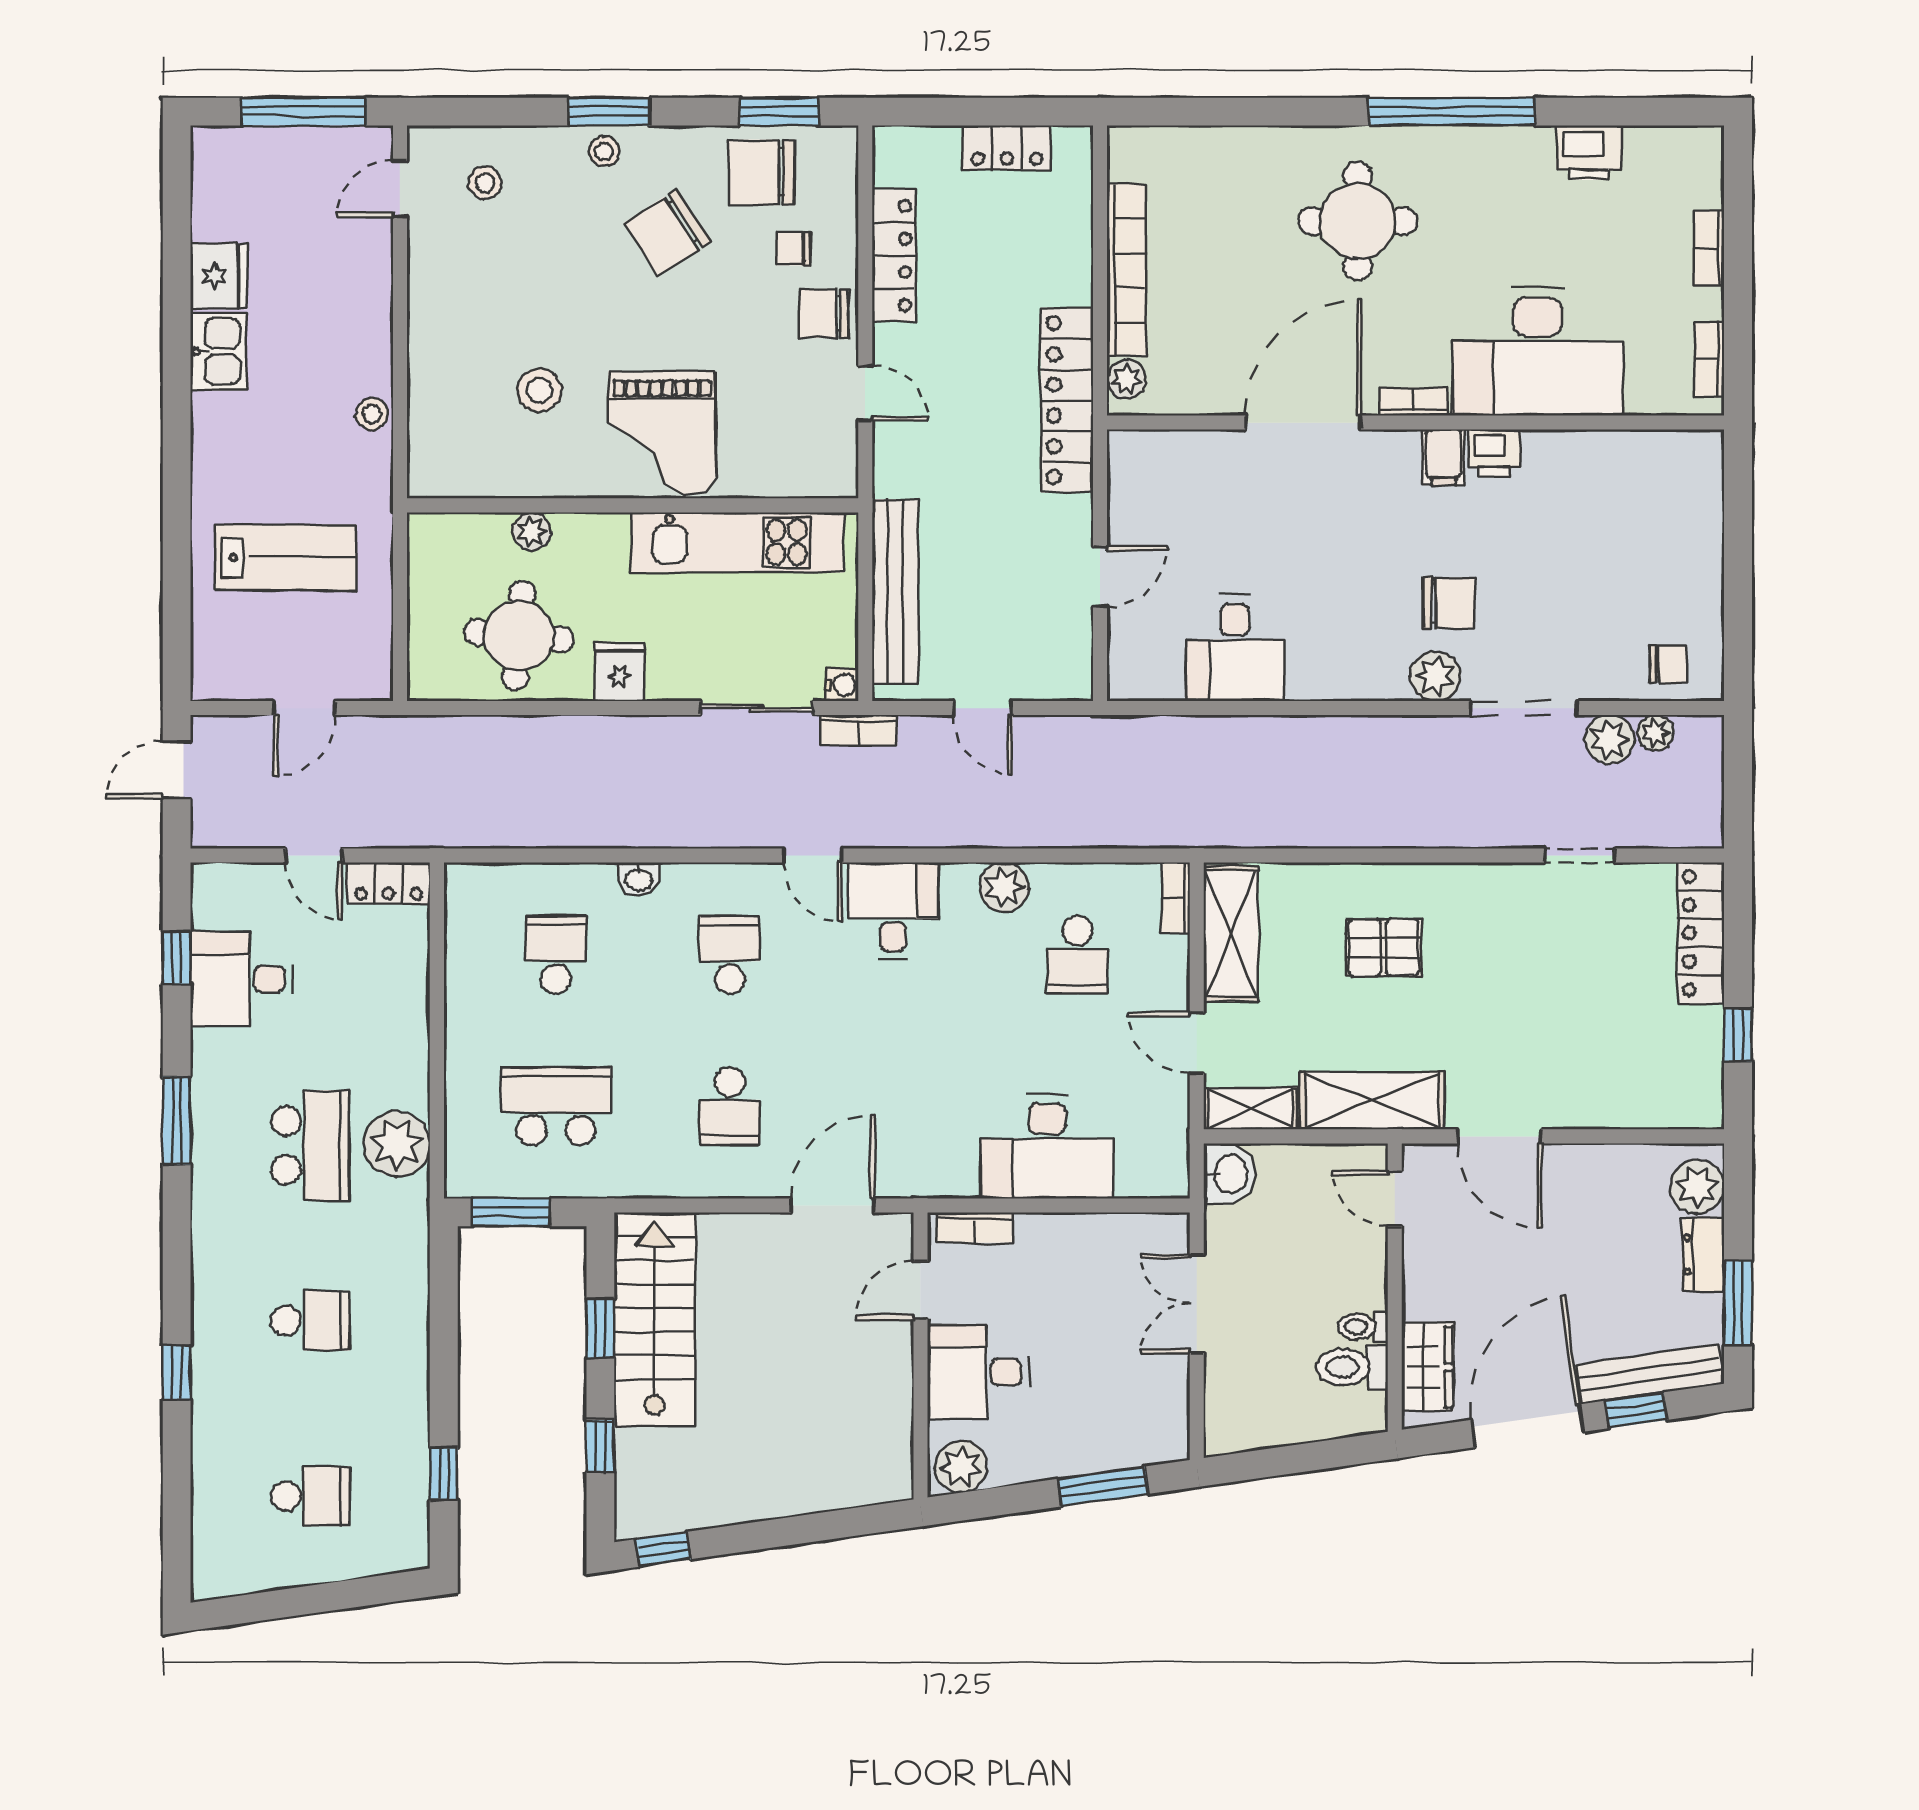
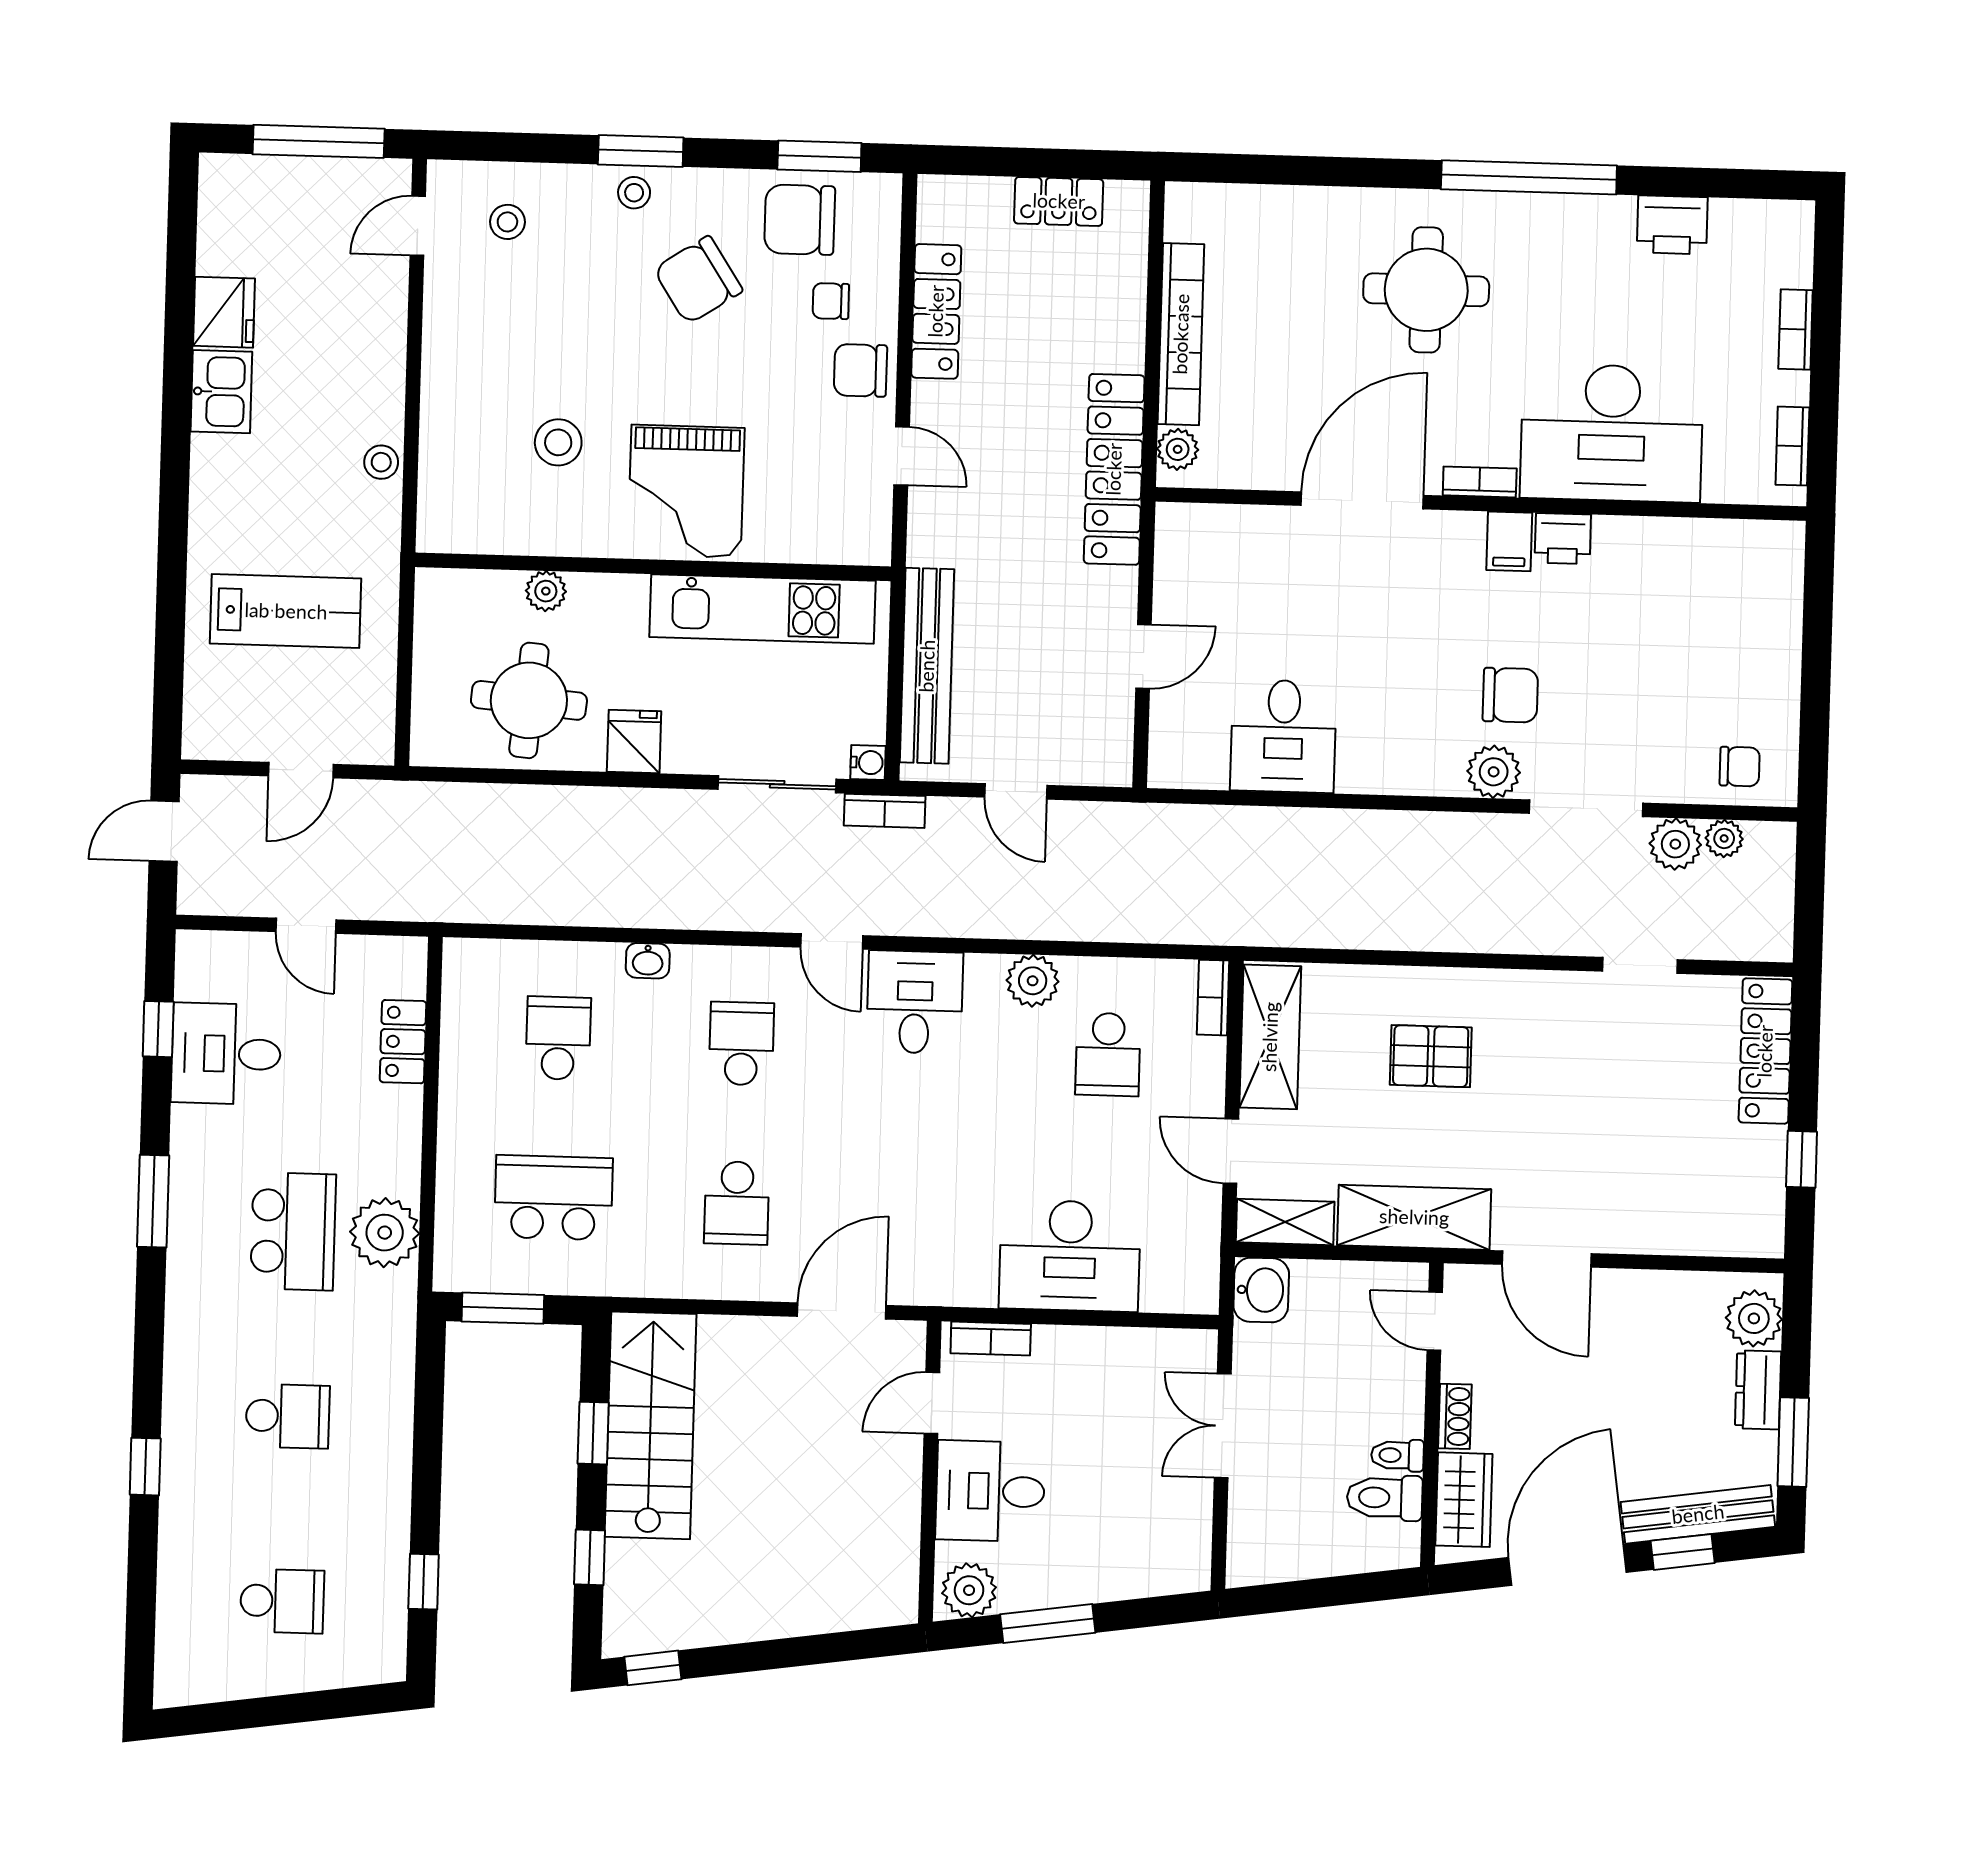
locker: (389, 883) -> (403, 1042), moved, turned 90
shoe rack: (1417, 1288) -> (1455, 1416), added
window: (1103, 1486) -> (1048, 1623), moved

